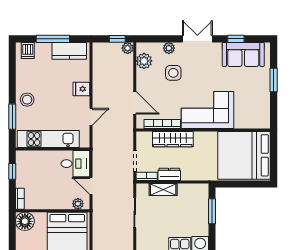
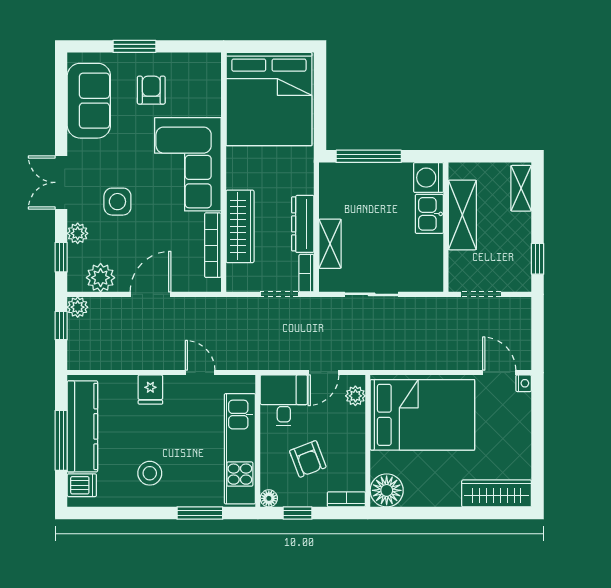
window: (236, 39) -> (61, 257), moved
kitchen counter: (69, 51) -> (82, 426), width x1.50
side table: (173, 73) -> (117, 202), moved
armchair: (249, 89) -> (151, 90), added
stool: (27, 100) -> (150, 473), moved
door: (135, 103) -> (150, 294), moved
floor lamp: (20, 155) -> (269, 498), added
dresser: (169, 174) -> (303, 224), width x1.44
armchair: (43, 177) -> (308, 459), added
window: (212, 211) -> (369, 156), width x1.44

